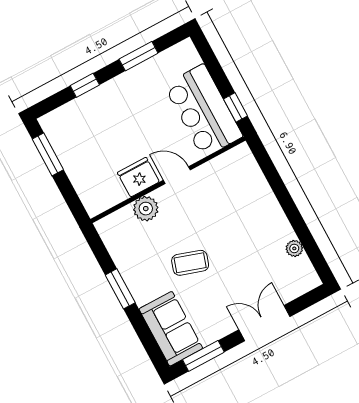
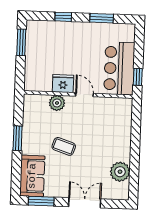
plant: (294, 248) -> (120, 172), width x1.88, depth x1.88

